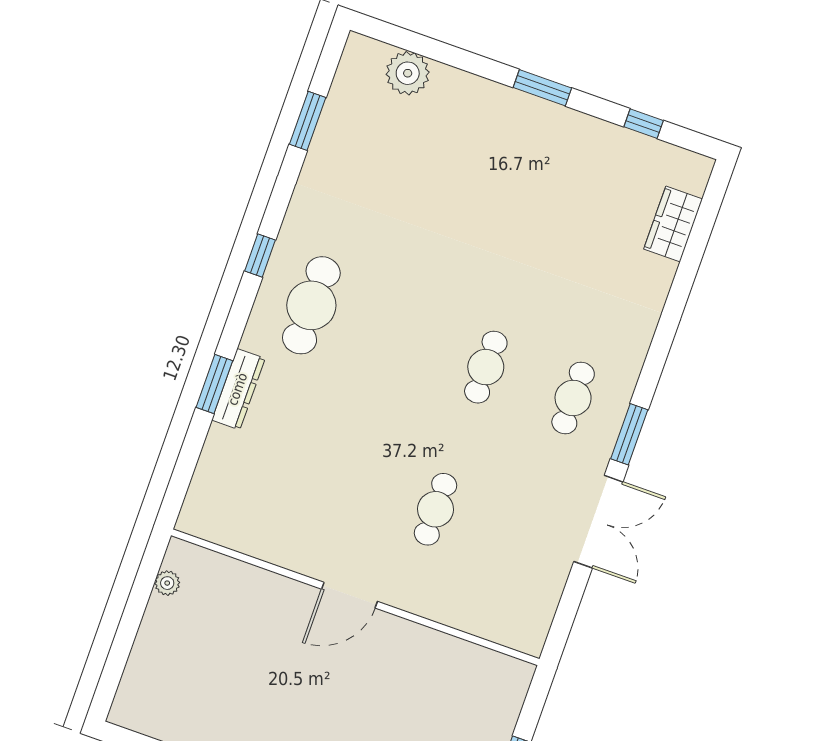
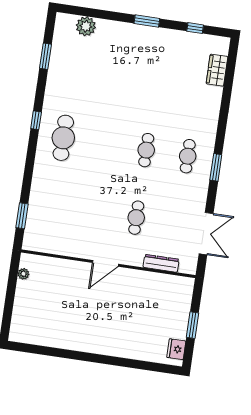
window: (214, 384) -> (22, 216), moved
dresser: (238, 389) -> (161, 263), moved, turned -90
double door: (598, 522) -> (206, 234), moved

